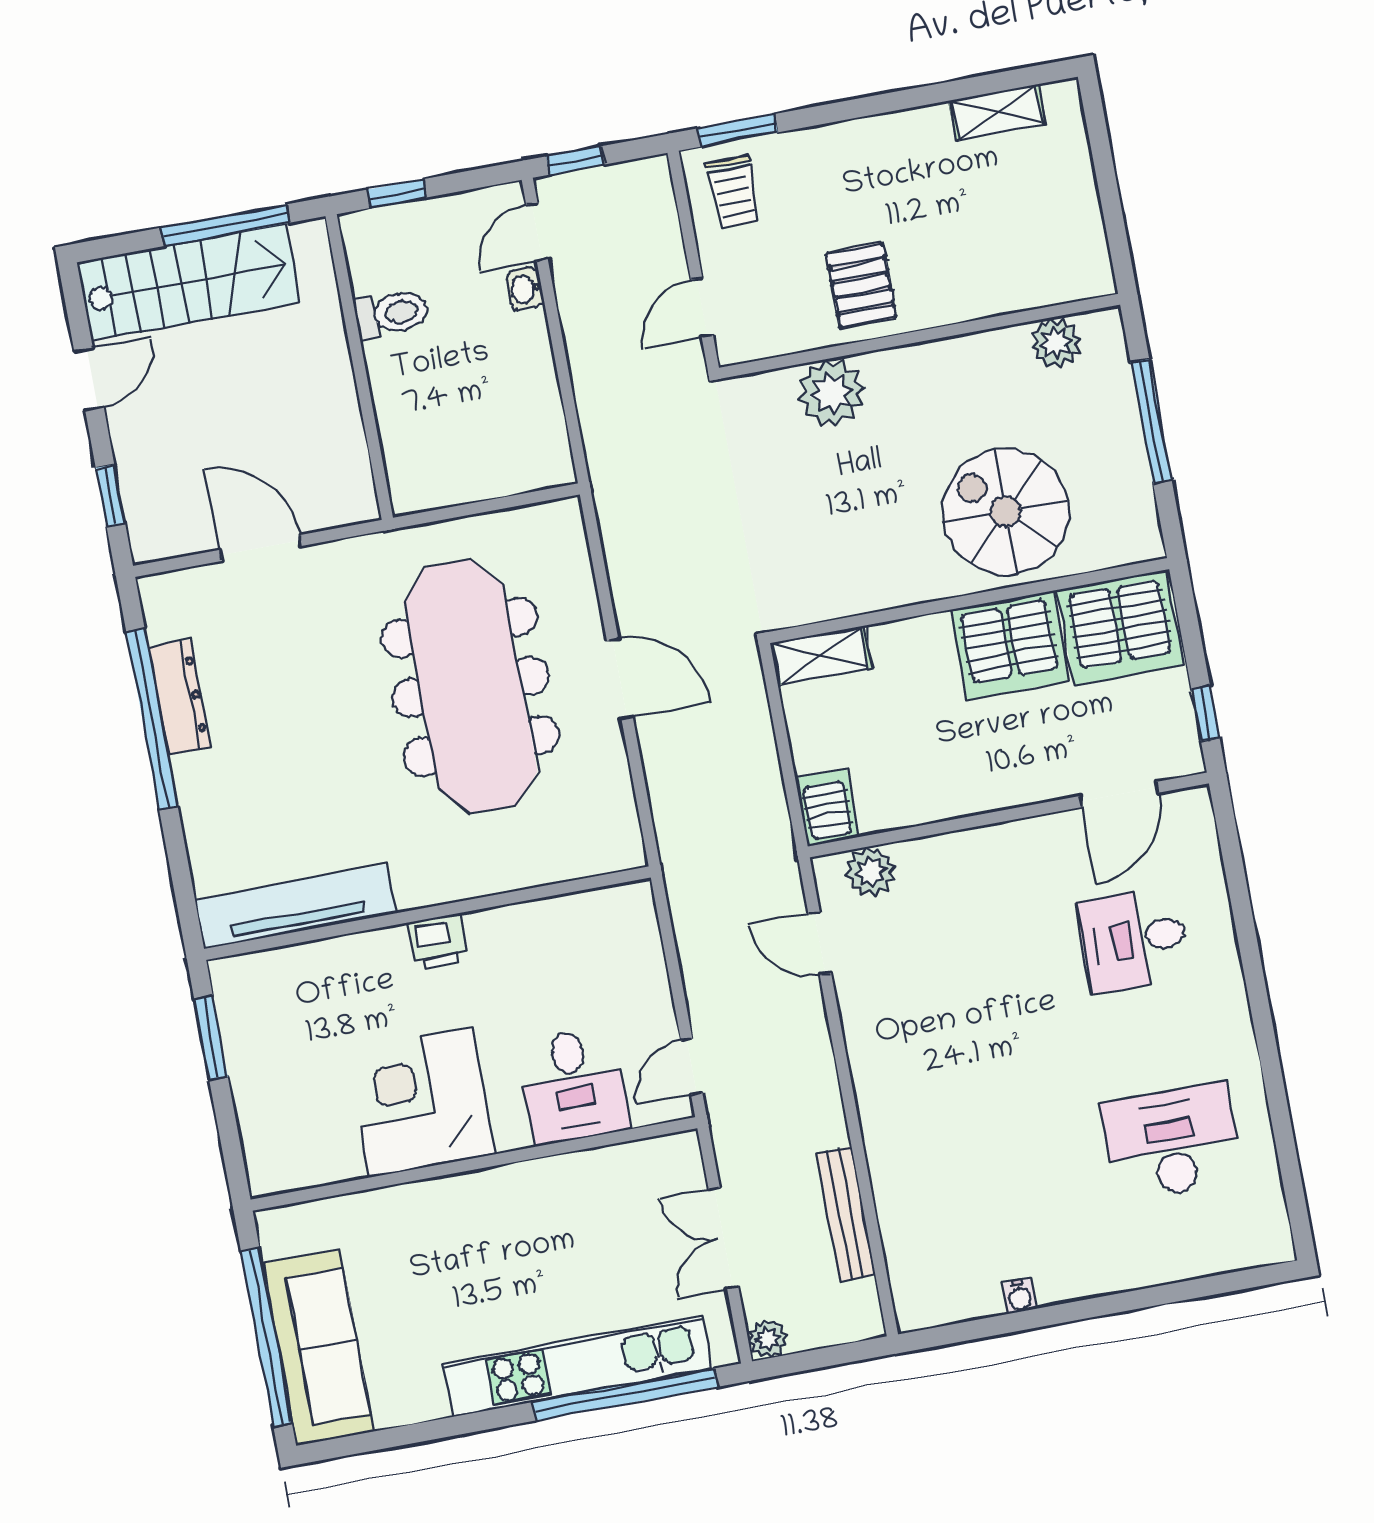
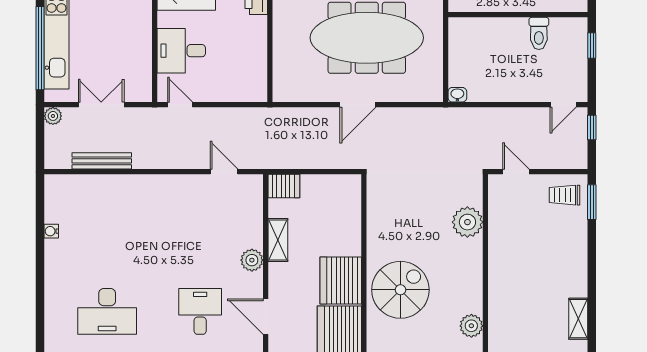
door: (537, 232) -> (563, 105), swing flipped
pallet: (861, 285) -> (513, 244), removed
washbasin: (525, 289) -> (457, 95), moved
shelving: (821, 656) -> (278, 240), moved
plant: (870, 871) -> (252, 260), moved
door: (820, 943) -> (224, 172), hinge flipped
desk: (1171, 1142) -> (107, 311), turned 90

